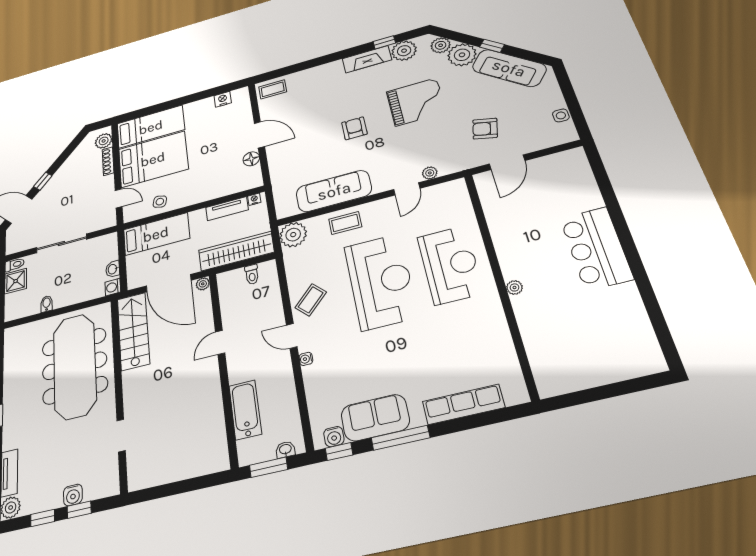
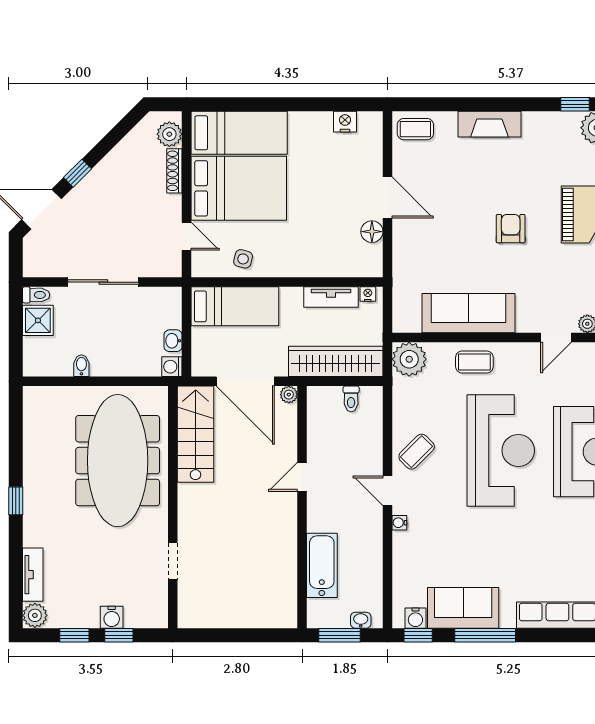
fireplace: (367, 59) -> (489, 124), moved

